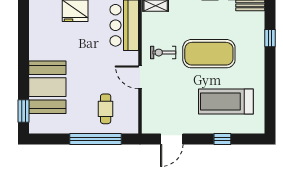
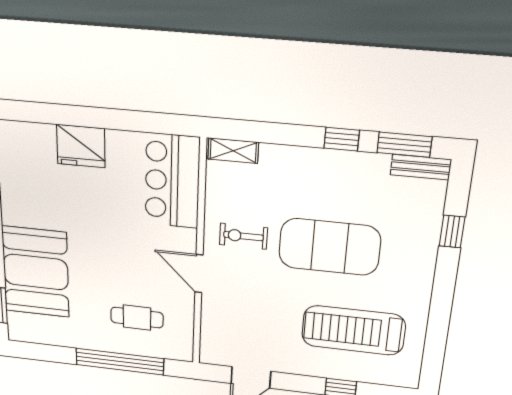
cafe table: (106, 109) -> (137, 318), turned 90

